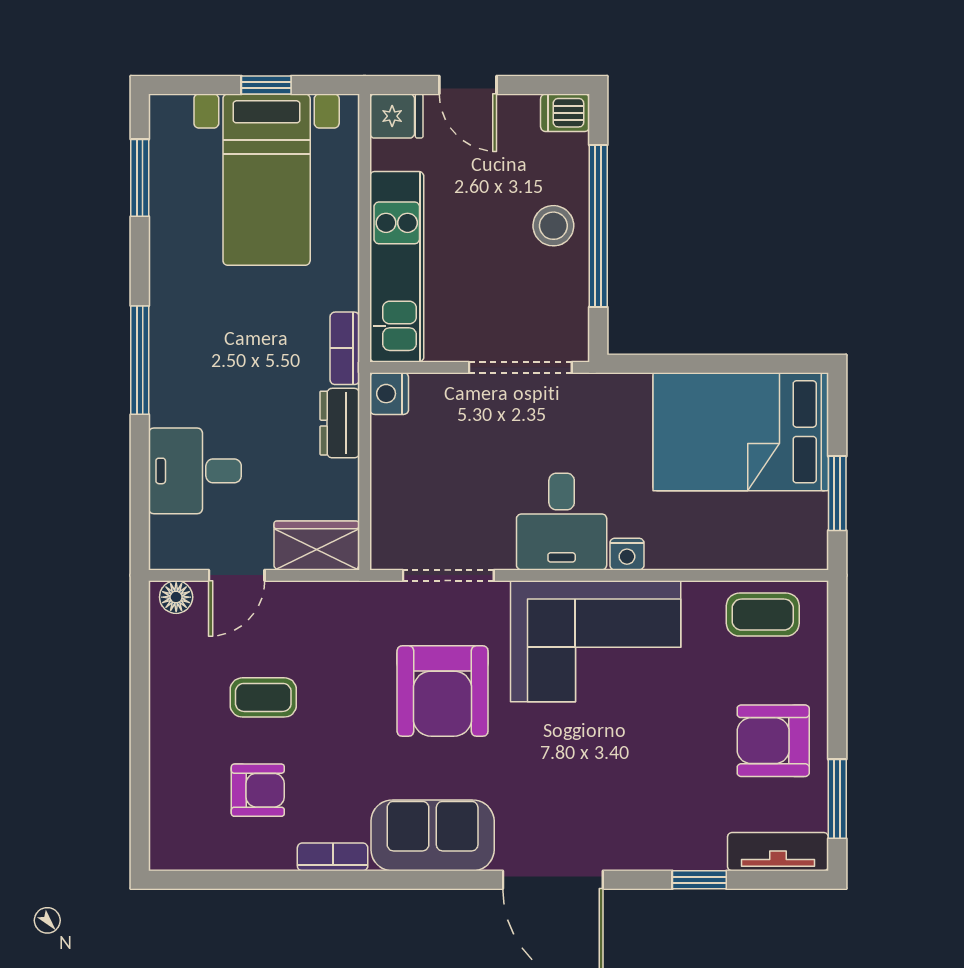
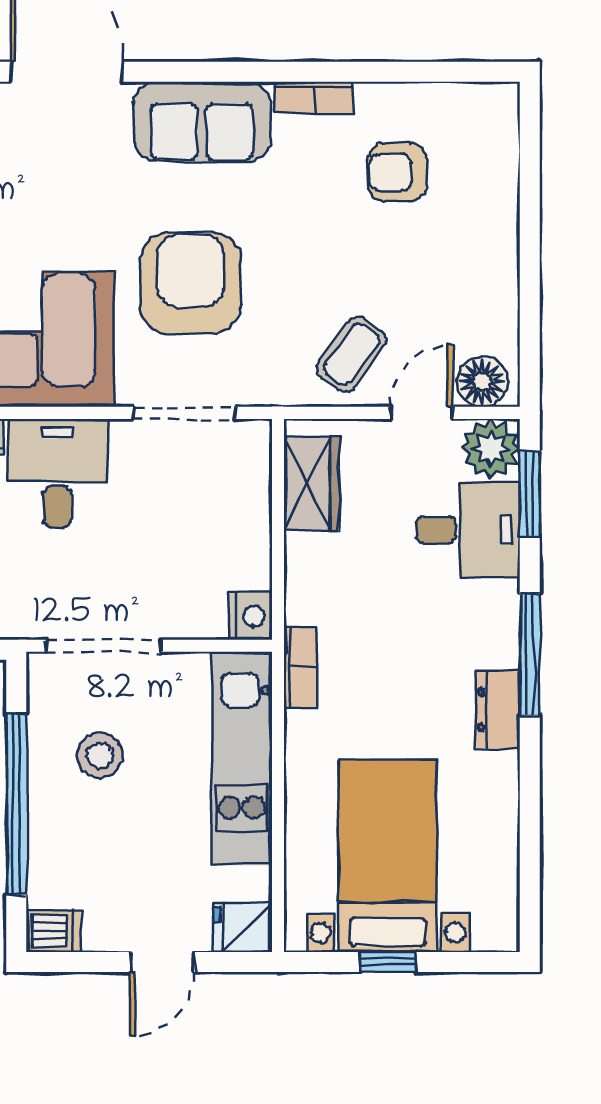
door: (468, 85) -> (162, 962), swing flipped
window: (140, 178) -> (530, 494), moved
stool: (553, 226) -> (100, 755), moved
dresser: (340, 423) -> (498, 709), moved, turned 180
plant: (175, 543) -> (491, 449), added
wardrobe: (316, 545) -> (311, 484), moved, turned -90
floor lamp: (176, 597) -> (482, 382), width x1.37, depth x1.37
coffee table: (263, 697) -> (351, 354), moved, turned -54

